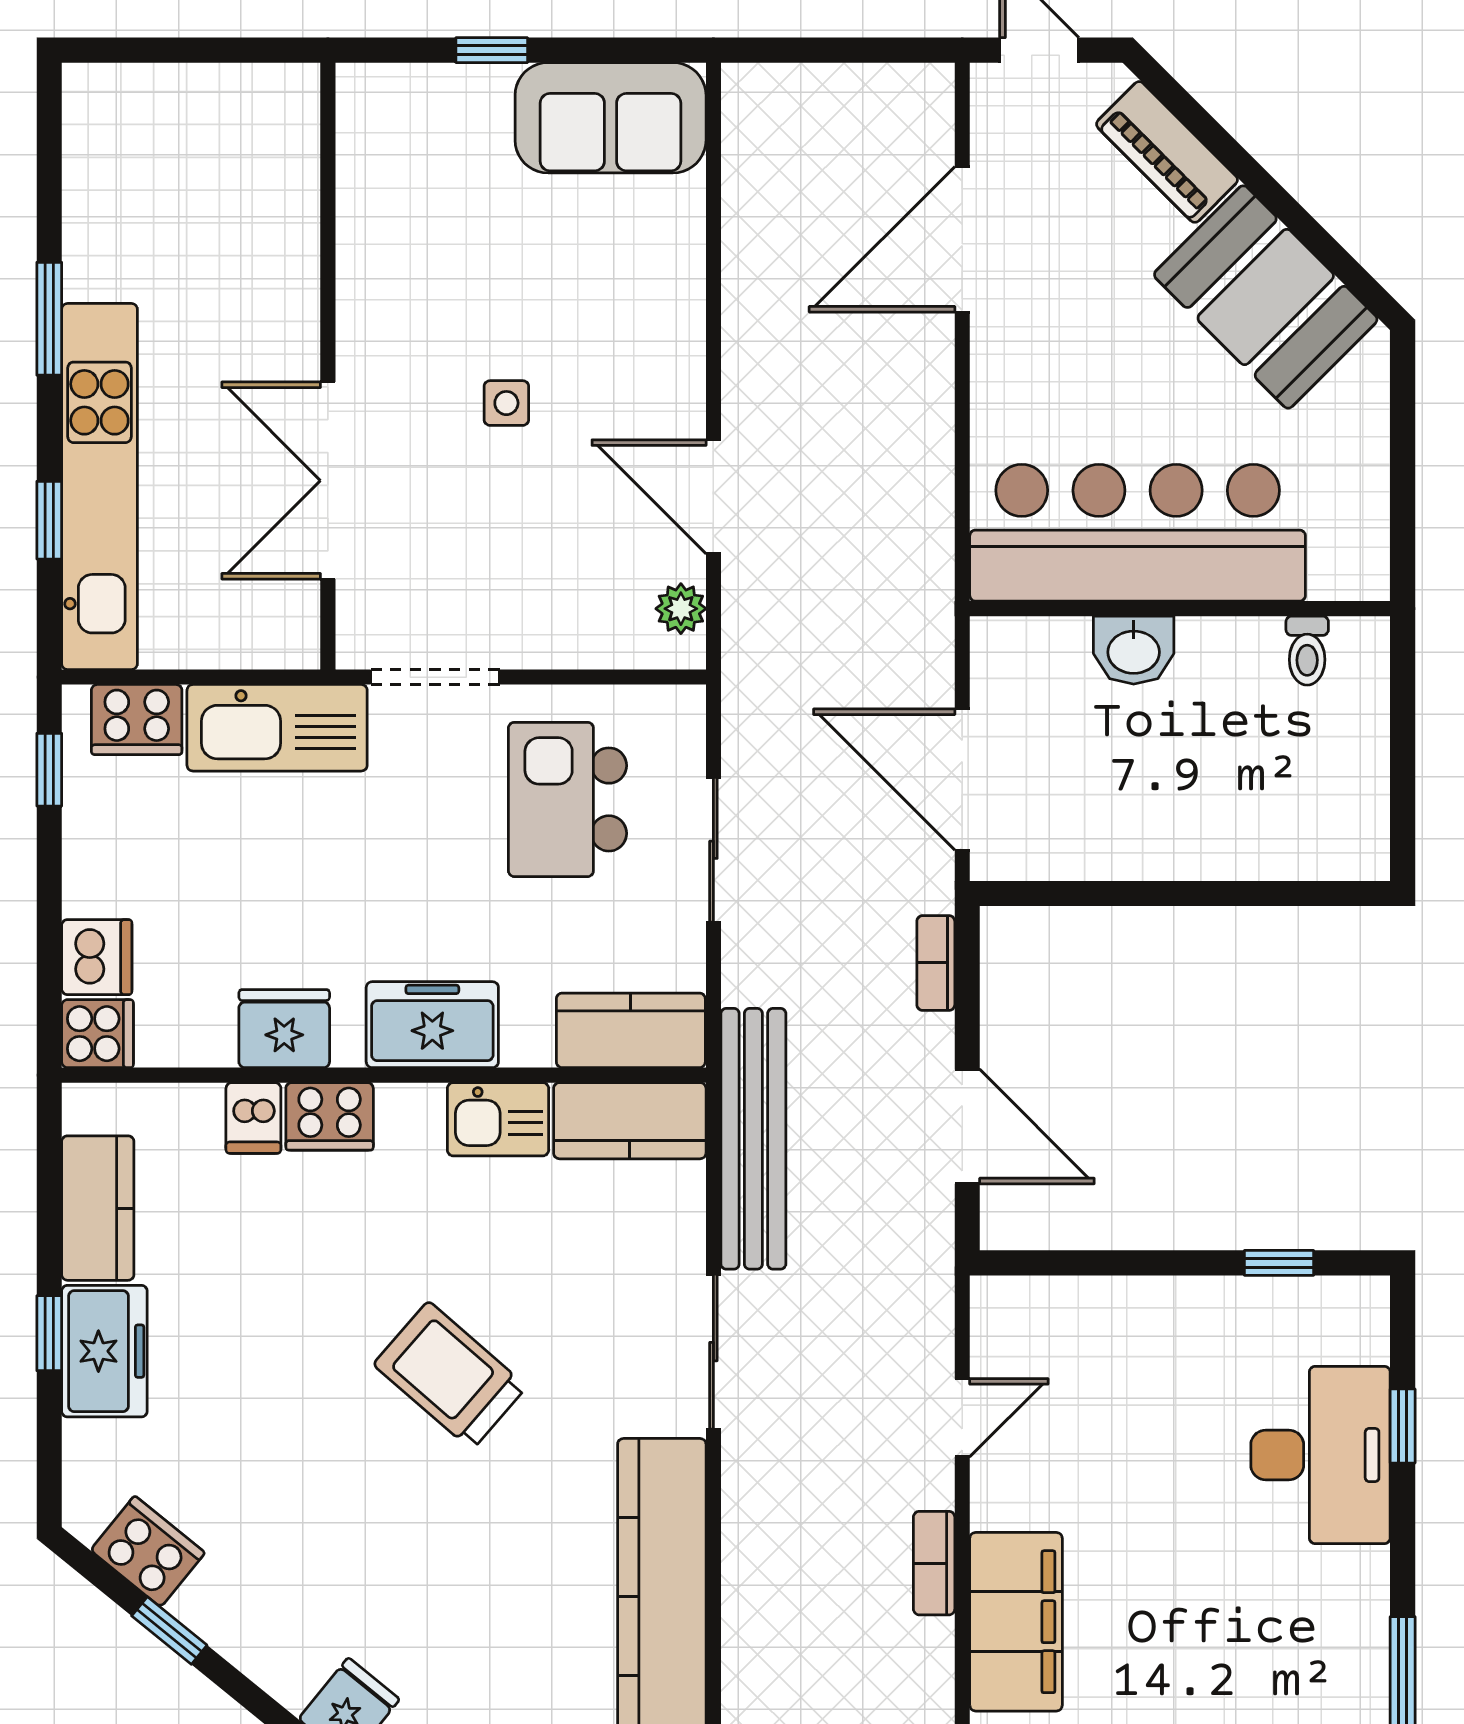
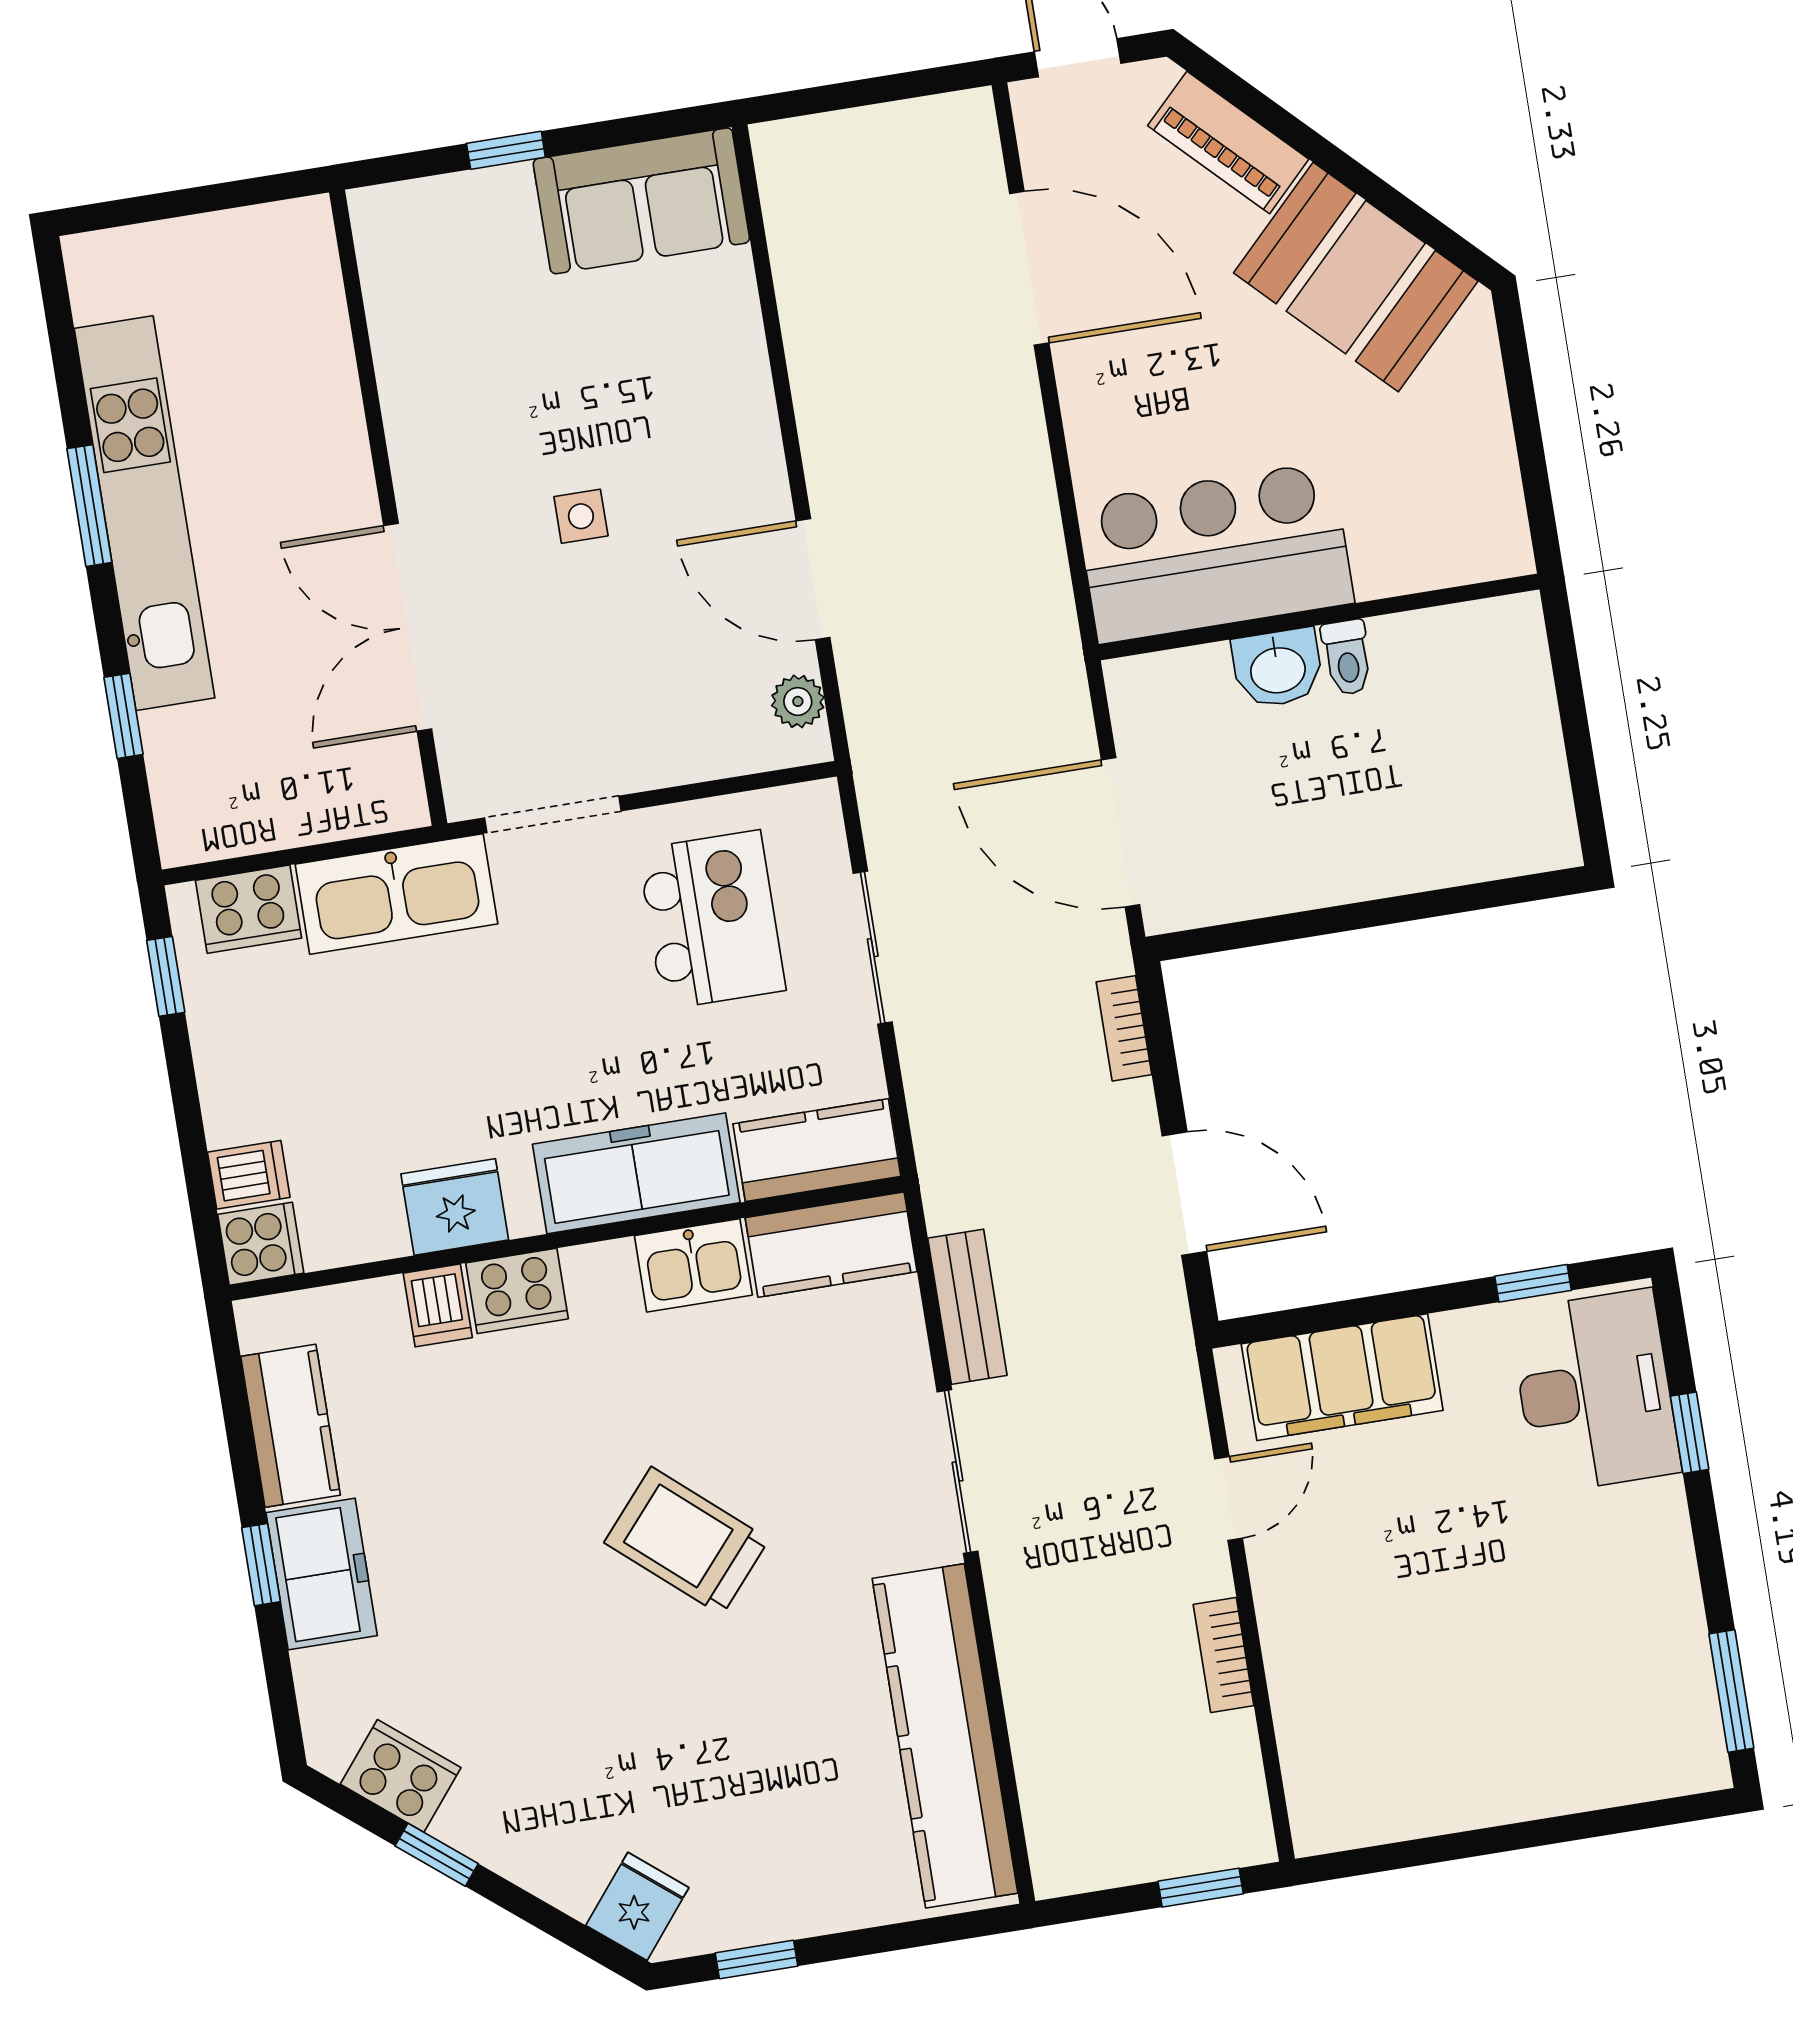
door: (962, 239) -> (1029, 268), swing flipped
kitchen unit: (99, 487) -> (145, 513), moved
bar counter: (1138, 533) -> (1215, 553), width x0.73
toilet: (1307, 651) -> (1347, 657), moved
kitchen island: (567, 799) -> (712, 920), turned 180
dishwasher: (97, 957) -> (249, 1175), width x0.73
freezer: (432, 1025) -> (636, 1173), width x1.40
bench: (753, 1139) -> (967, 1307), width x0.54, depth x0.82
desk: (1320, 1455) -> (1595, 1391), moved
filing cabinet: (1016, 1622) -> (1342, 1377), moved, turned 90

